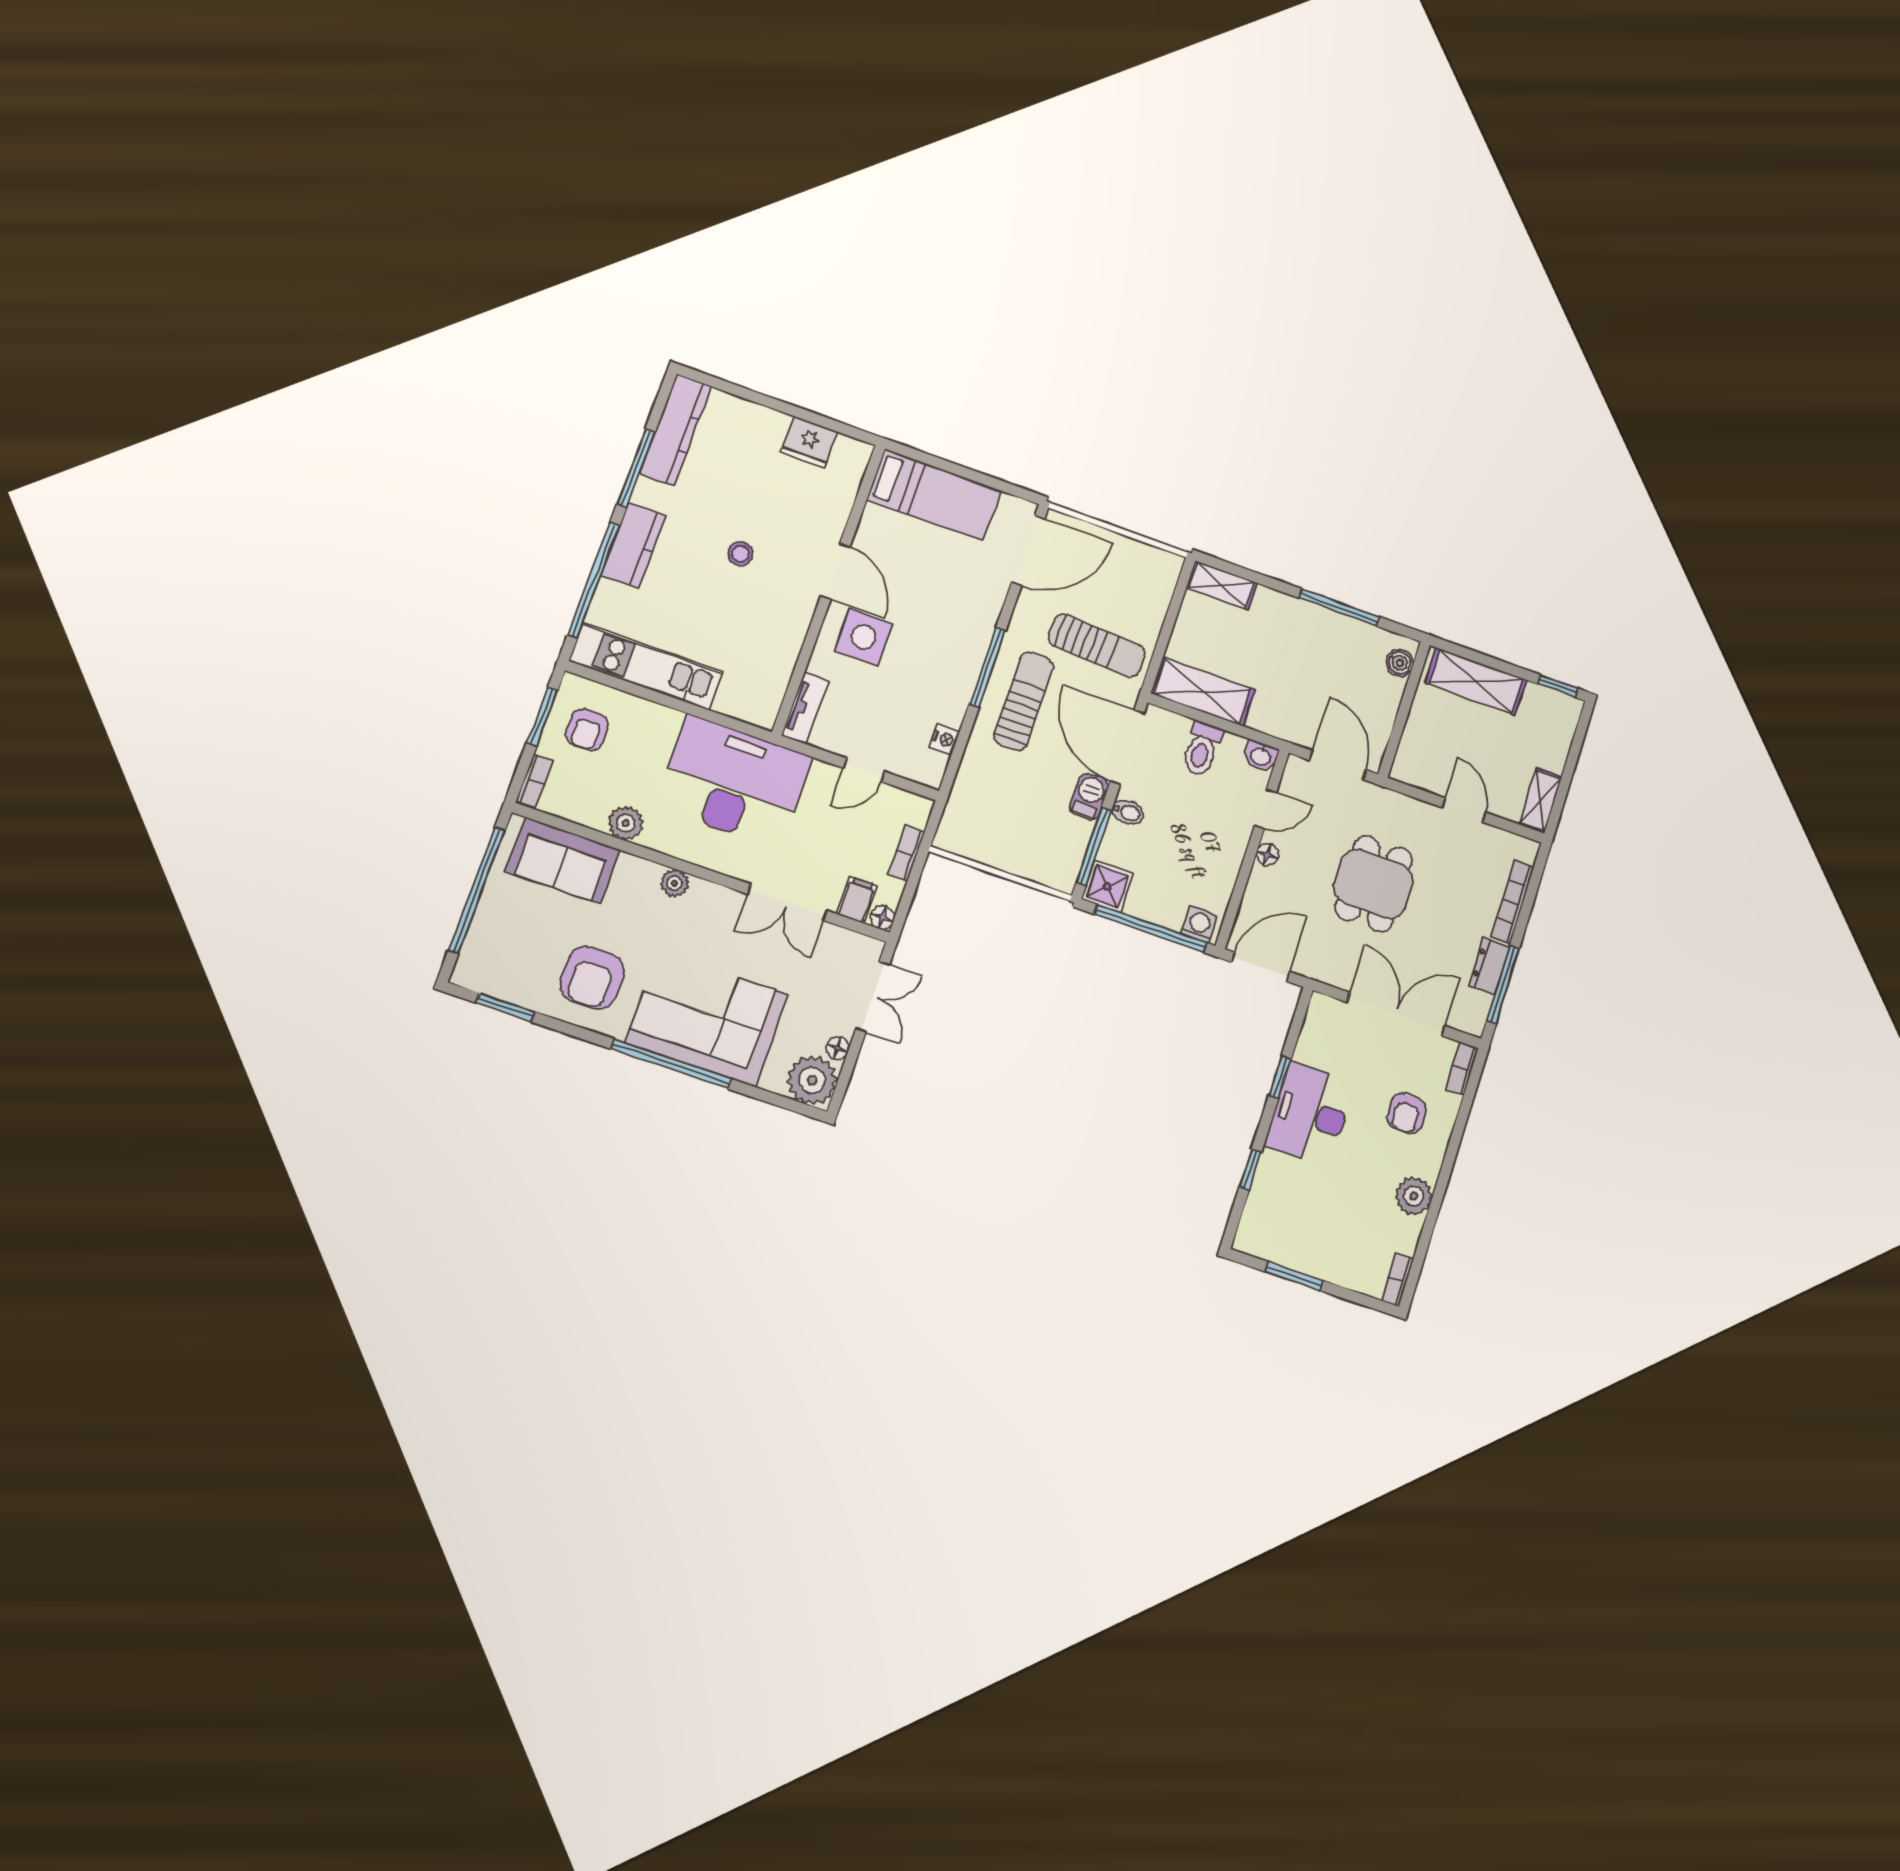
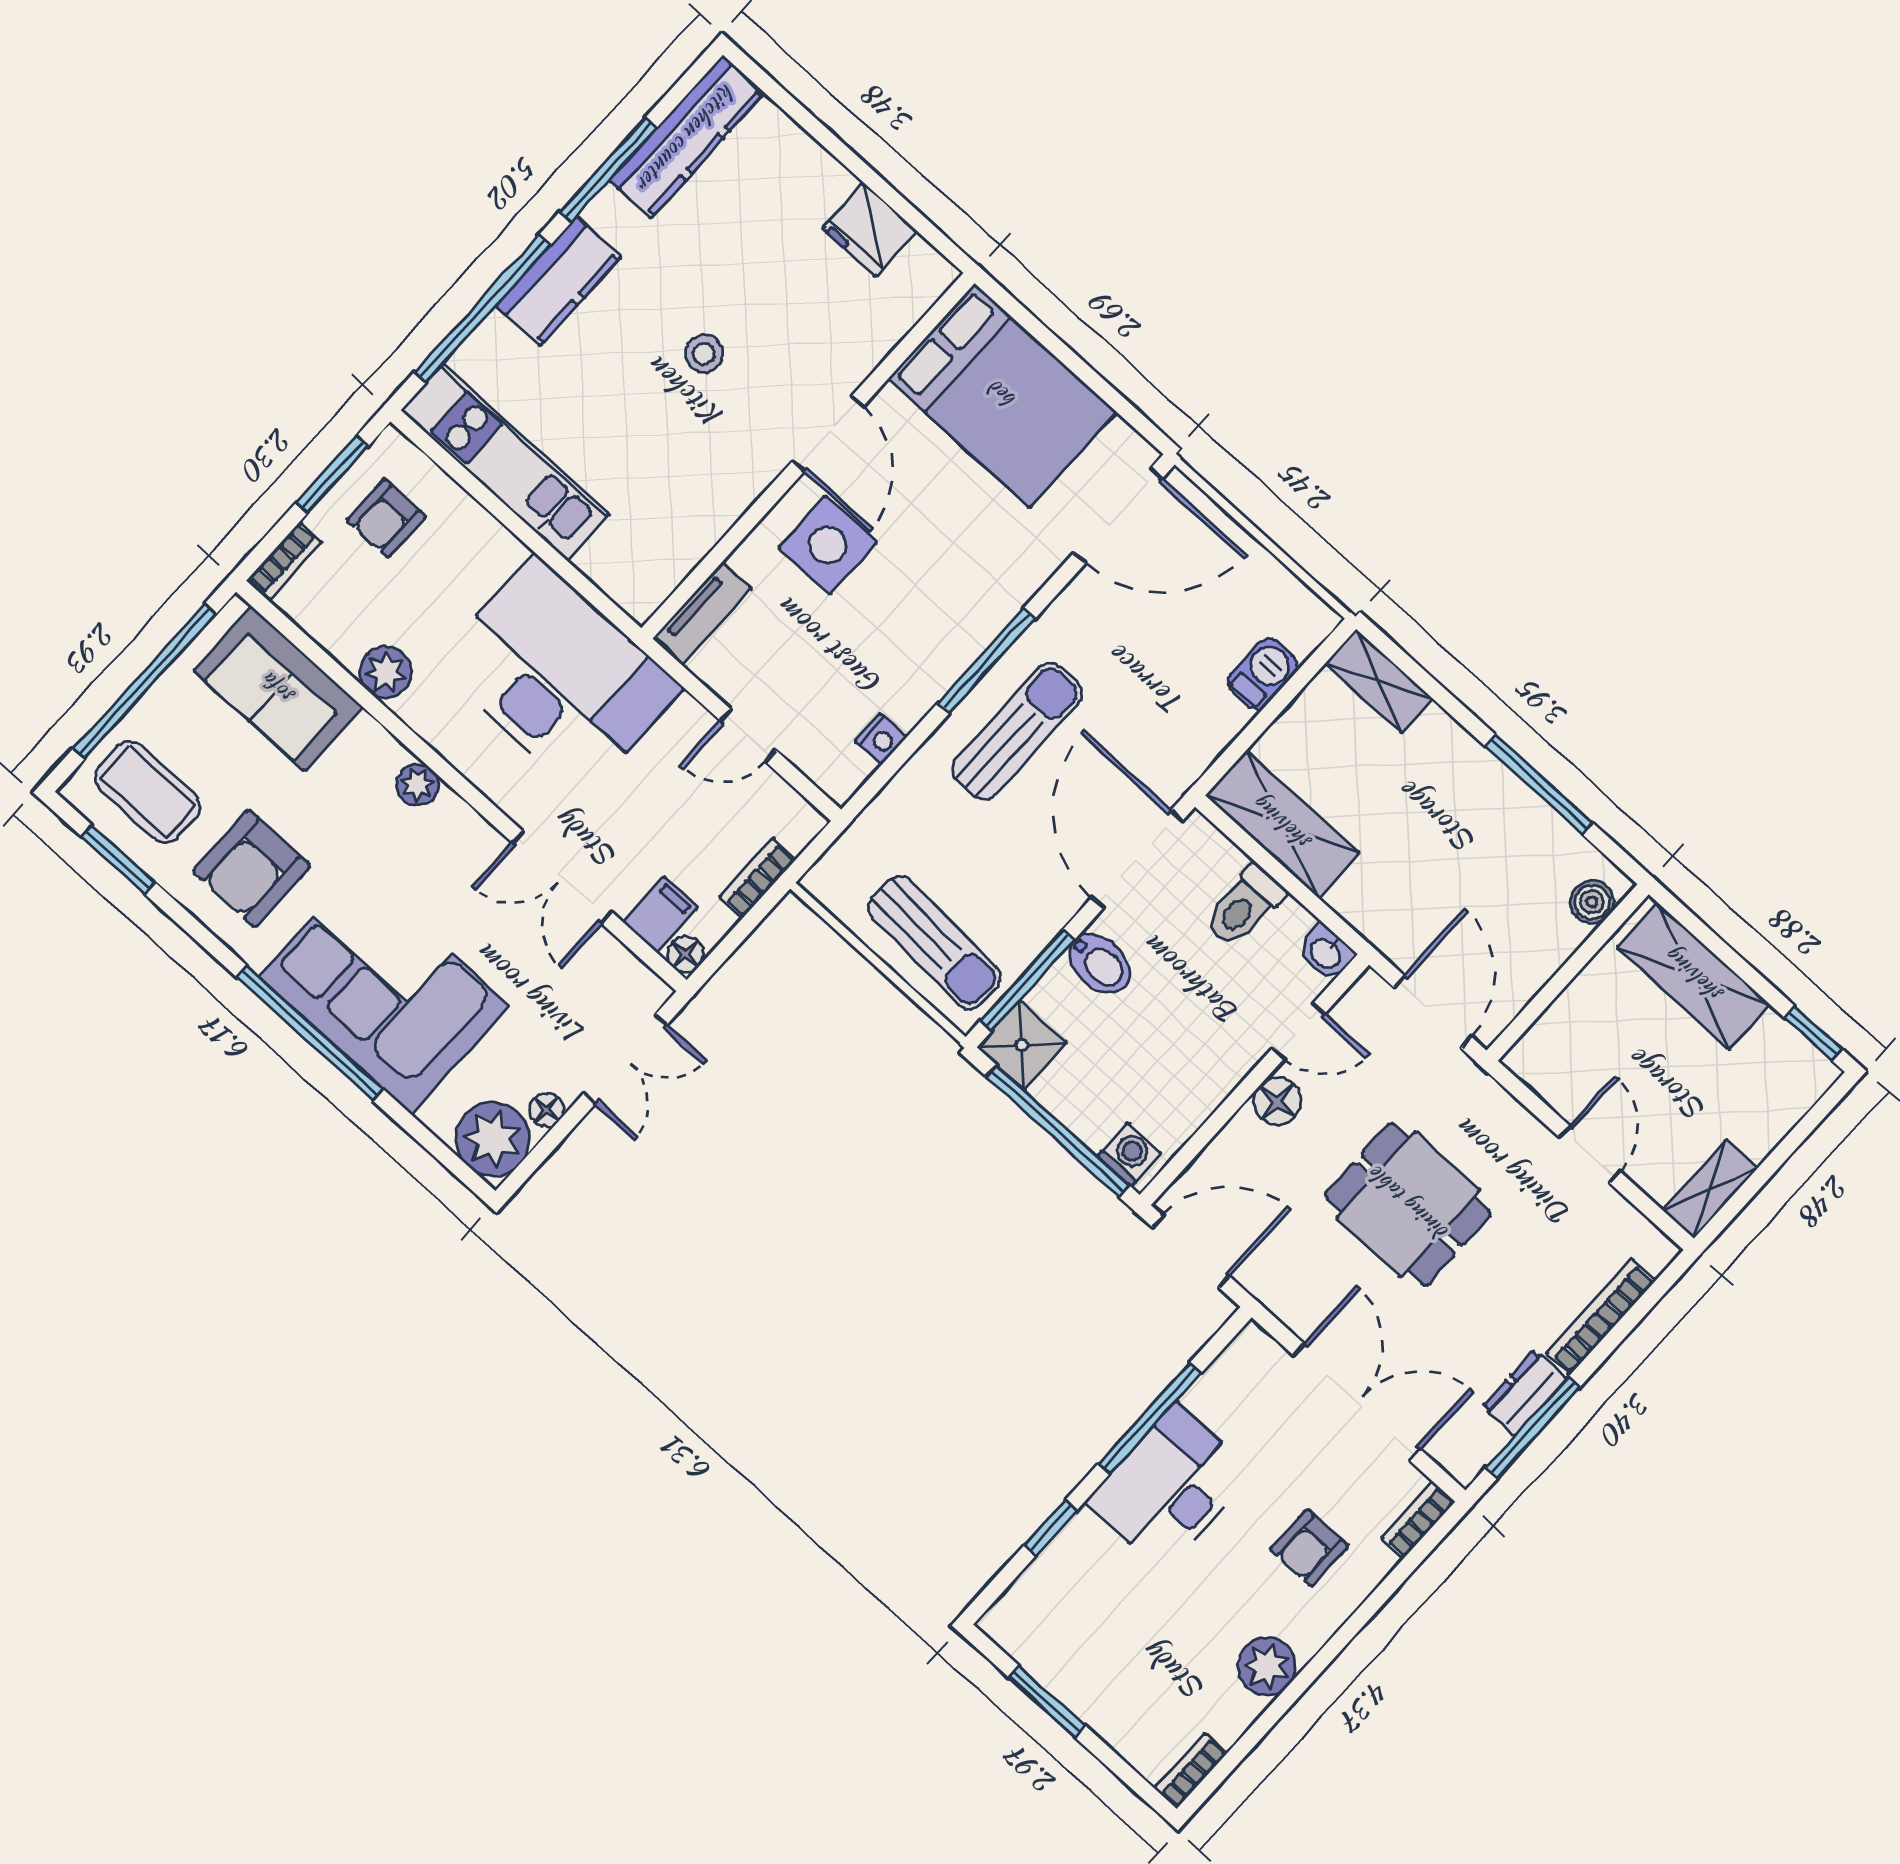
bed: (934, 495) -> (1002, 395), width x1.50
sun lounger: (1097, 646) -> (934, 943), moved
barbecue: (1089, 797) -> (1263, 674), moved
bidet: (1128, 812) -> (1099, 963), width x1.38, depth x1.36
floor lamp: (1267, 854) -> (1277, 1101), width x1.37, depth x1.37
dining table: (1373, 884) -> (1408, 1204), turned 90
coffee table: (507, 958) -> (148, 792), added
window: (1280, 1077) -> (1150, 1418), width x2.17

